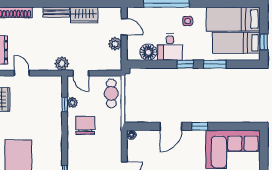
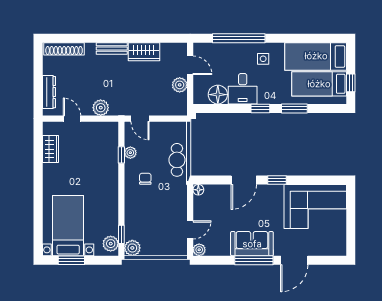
plant: (62, 64) -> (101, 108), moved
cafe table: (111, 93) -> (177, 160), moved
chair: (85, 125) -> (145, 179), width x0.54, depth x0.54

